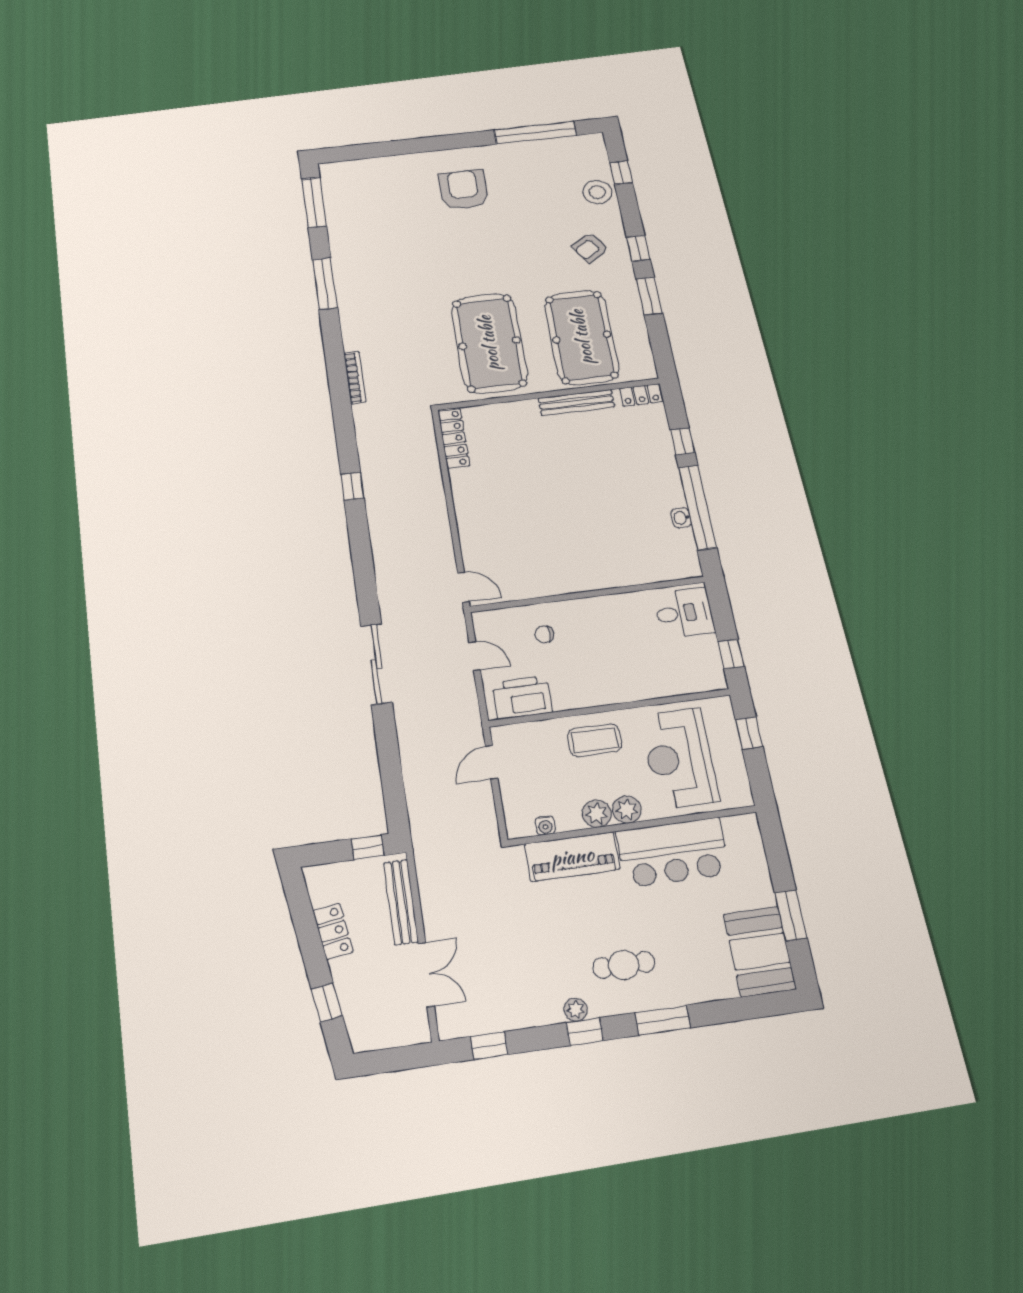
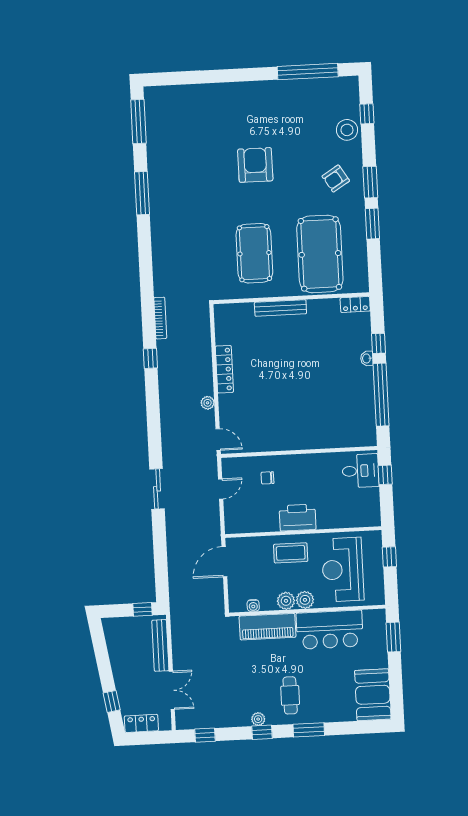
armchair: (464, 190) -> (255, 165), moved
window: (638, 248) -> (370, 182), width x1.50
pool table: (489, 343) -> (254, 253), width x0.73, depth x0.76
bookcase: (355, 377) -> (160, 318), moved
bench: (576, 403) -> (280, 308), moved
locker: (454, 438) -> (224, 369), moved
washbasin: (681, 518) -> (367, 358), moved
plant: (442, 538) -> (208, 403), added
window: (731, 654) -> (385, 475), moved
door: (475, 656) -> (221, 489), hinge flipped
sliding door: (376, 664) -> (157, 489), width x0.73
printer: (522, 697) -> (298, 518), moved
door: (492, 762) -> (224, 562), width x1.38
window: (791, 915) -> (393, 637), moved
locker: (333, 931) -> (141, 723), moved, turned -81
cafe table: (624, 965) -> (290, 695), turned 90

